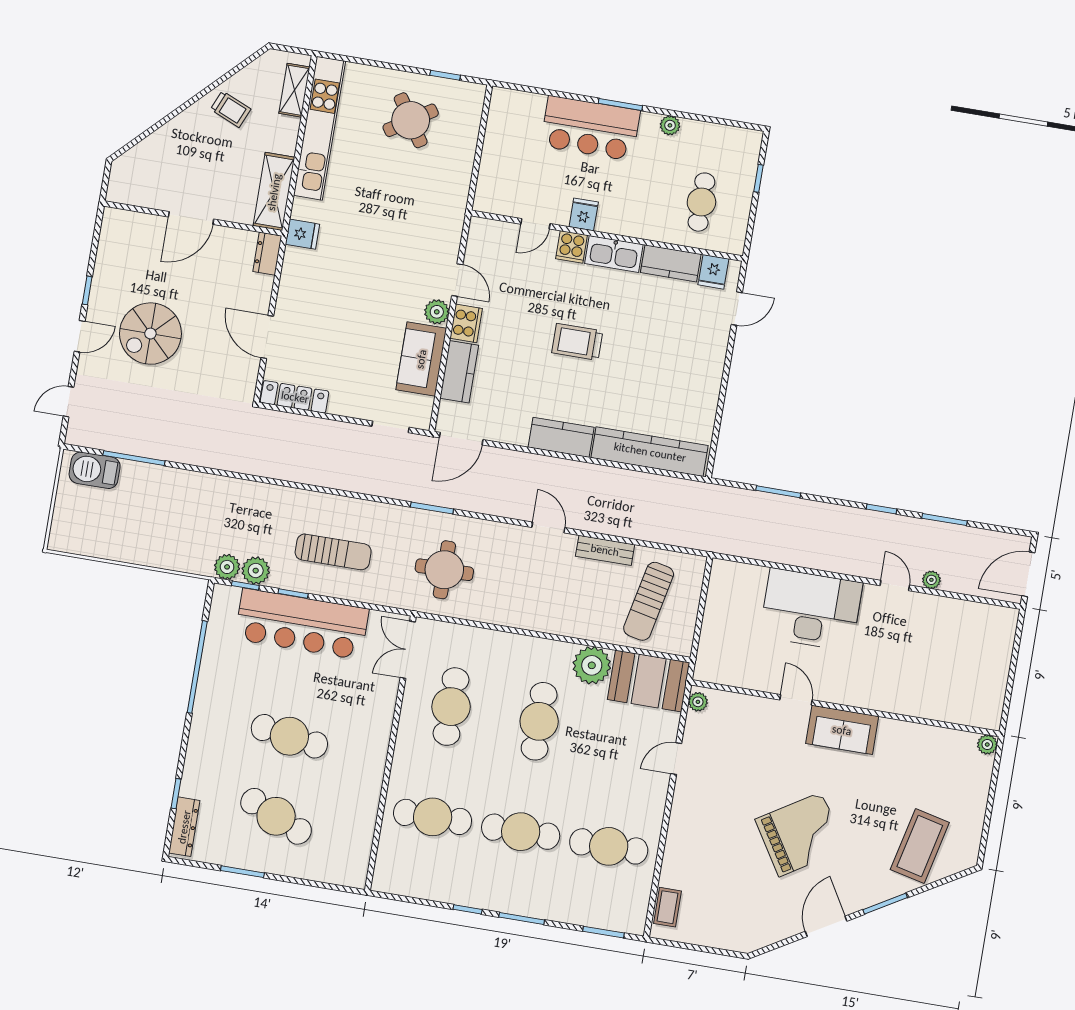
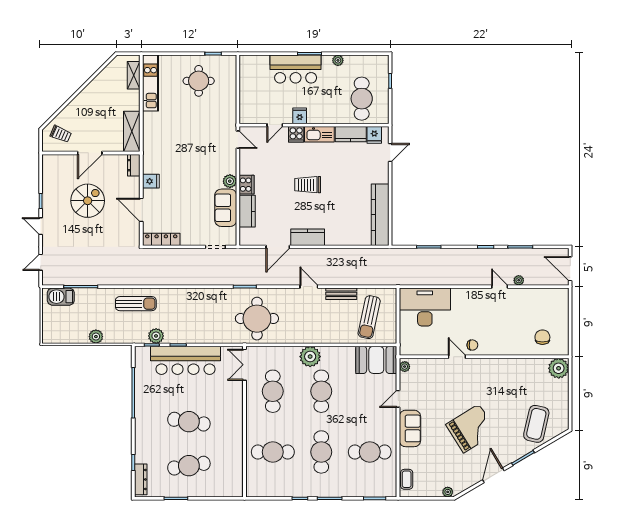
trolley: (231, 109) -> (61, 134), moved
round table: (411, 120) -> (199, 81), turned 33
kitchen unit: (319, 128) -> (151, 83), width x0.73
cafe table: (701, 202) -> (362, 99), width x1.37, depth x1.35
fridge: (302, 234) -> (151, 181), moved
door: (457, 280) -> (238, 140), moved
spiral stairs: (150, 334) -> (88, 201), moved, turned 180
door: (80, 336) -> (41, 226), swing flipped
door: (461, 439) -> (278, 247), moved
kitchen counter: (650, 452) -> (380, 215), moved, turned -90
sun lounger: (333, 552) -> (136, 304), moved
plant: (227, 567) -> (96, 337), moved
round table: (444, 570) -> (257, 319), width x1.36, depth x1.36
door: (1028, 574) -> (570, 269), hinge flipped
desk: (811, 610) -> (425, 307), moved
plant: (592, 665) -> (310, 357), moved
chair: (828, 683) -> (472, 345), added
chair: (957, 690) -> (542, 337), added
sofa: (842, 730) -> (410, 428), moved, turned -90
plant: (987, 745) -> (559, 368), width x1.87, depth x1.87
cafe table: (276, 816) -> (189, 466), turned -33
cafe table: (521, 832) -> (321, 452), turned 90
plant: (738, 943) -> (448, 492), added

